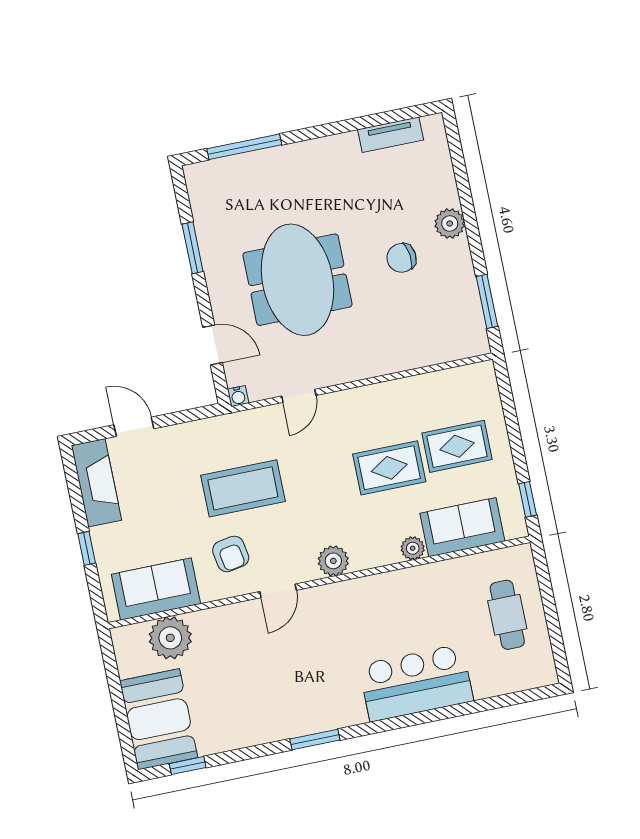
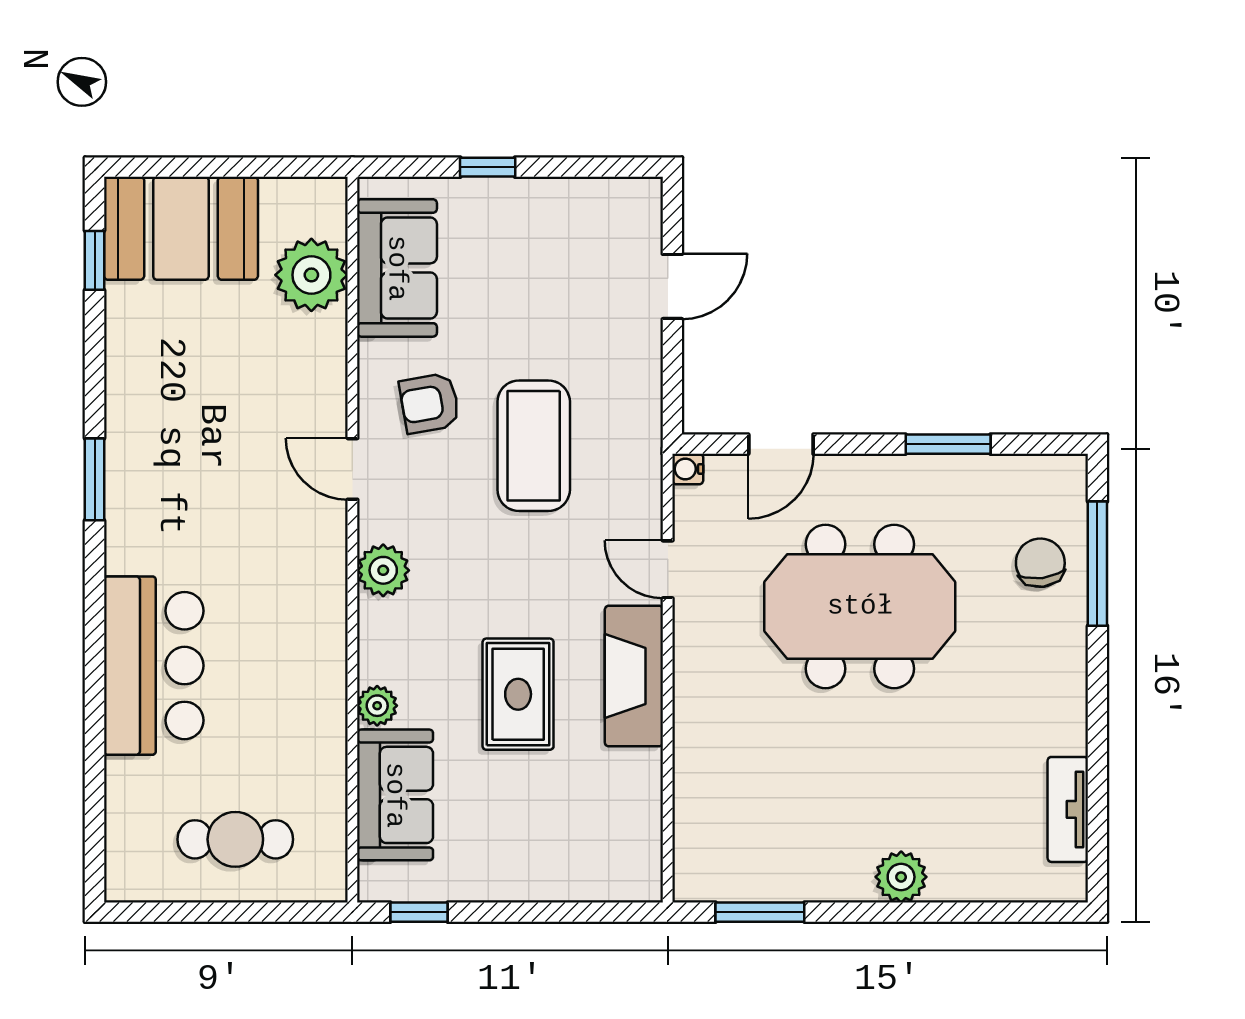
chair: (401, 258) -> (1040, 563), moved
rug: (457, 446) -> (531, 813), removed
fireplace: (96, 483) -> (634, 676), moved, turned 90

